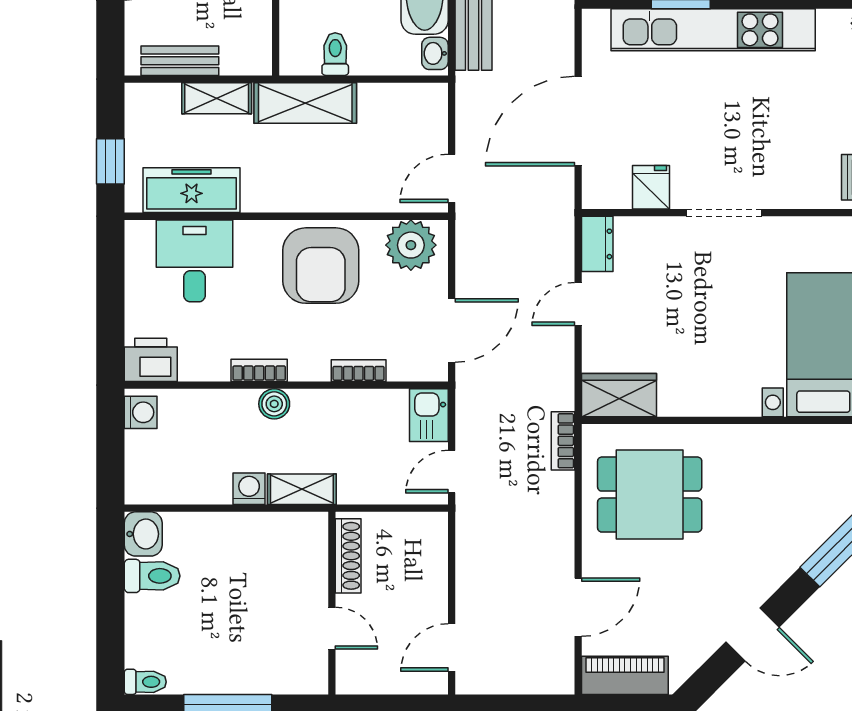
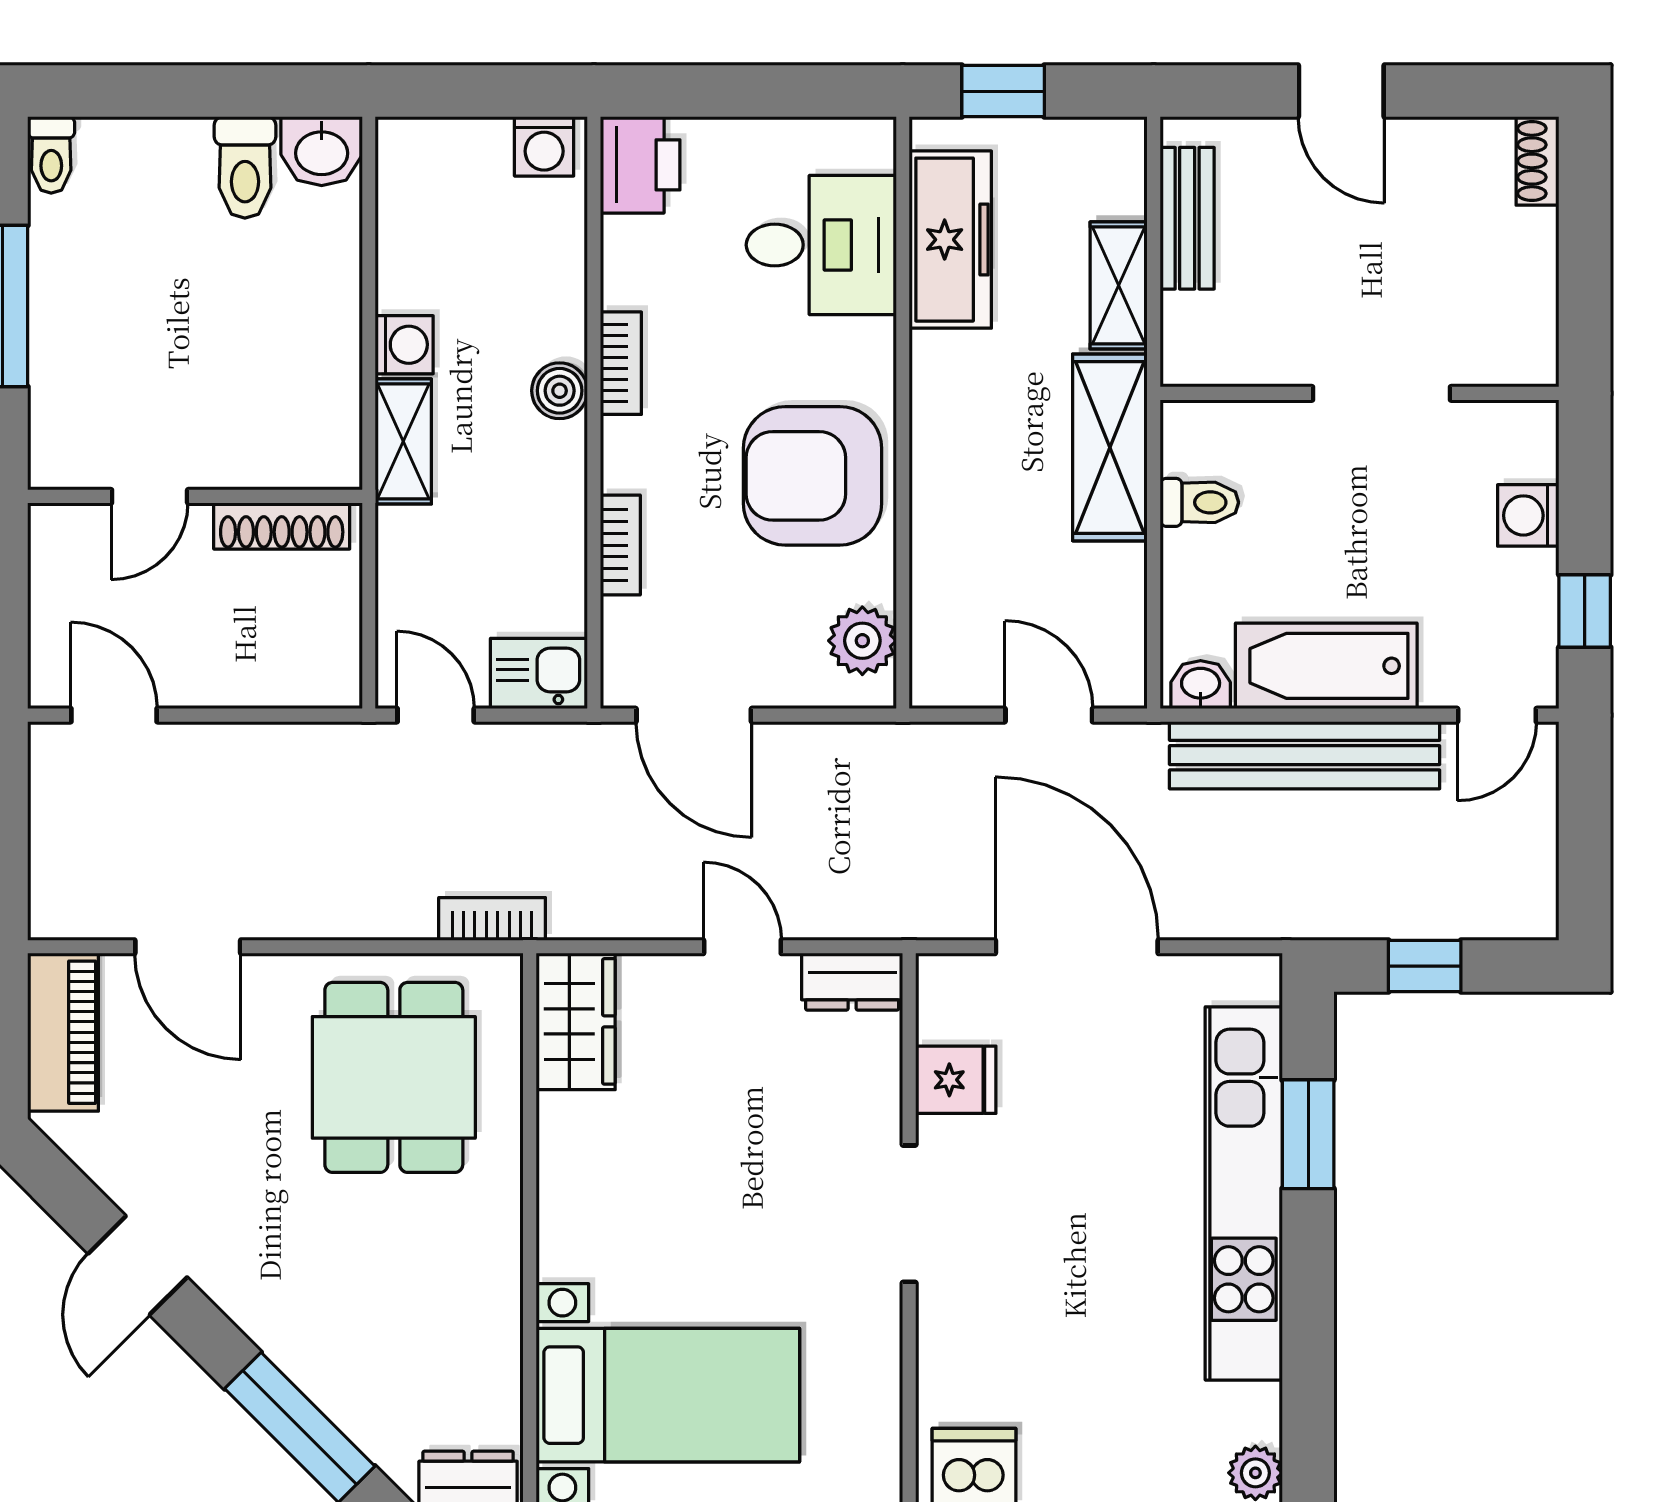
door: (452, 178) -> (1049, 715), moved
plant: (411, 245) -> (862, 641), width x0.73, depth x0.73

